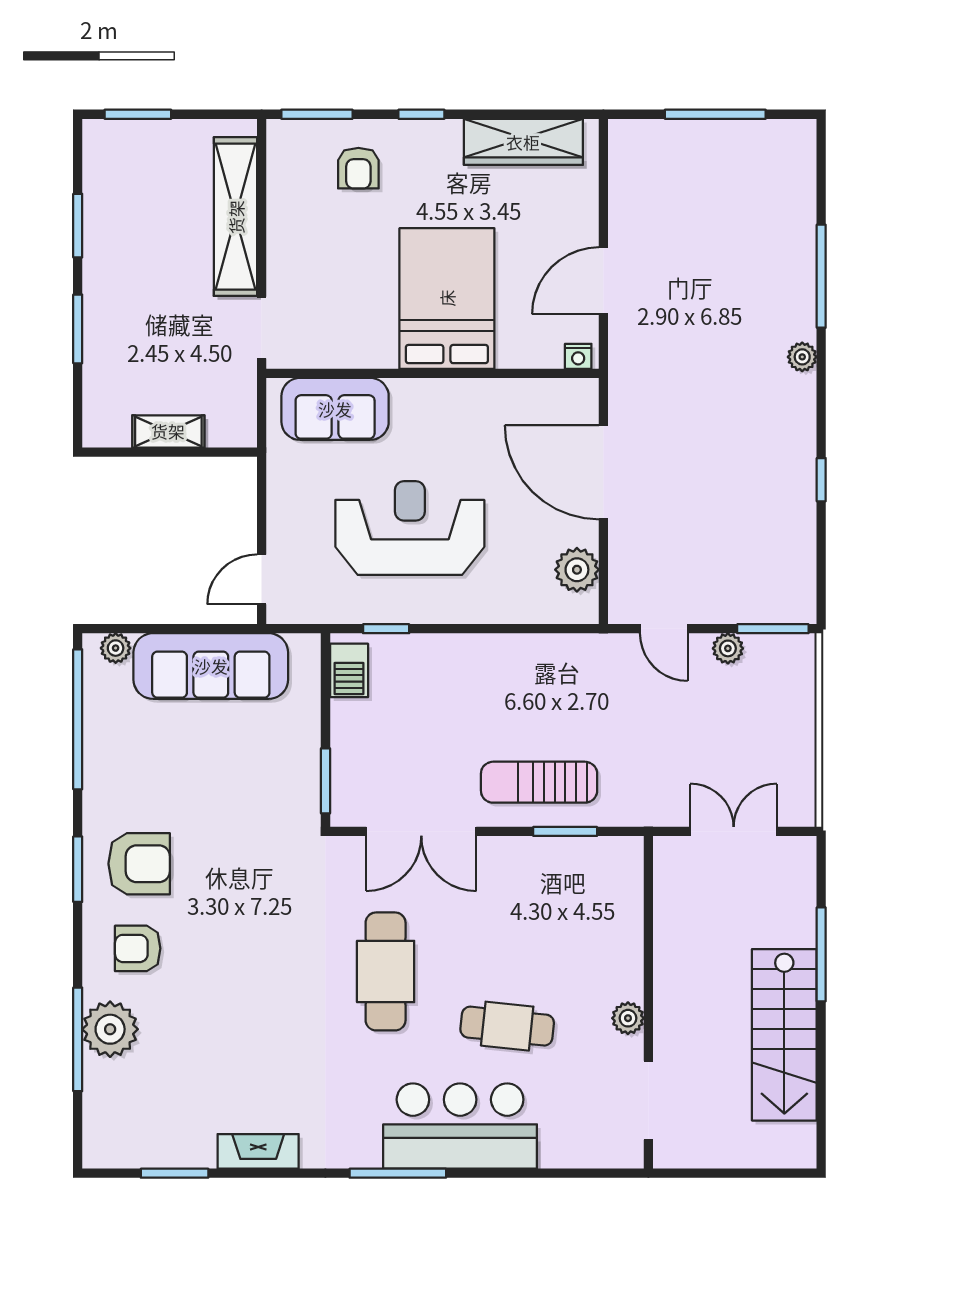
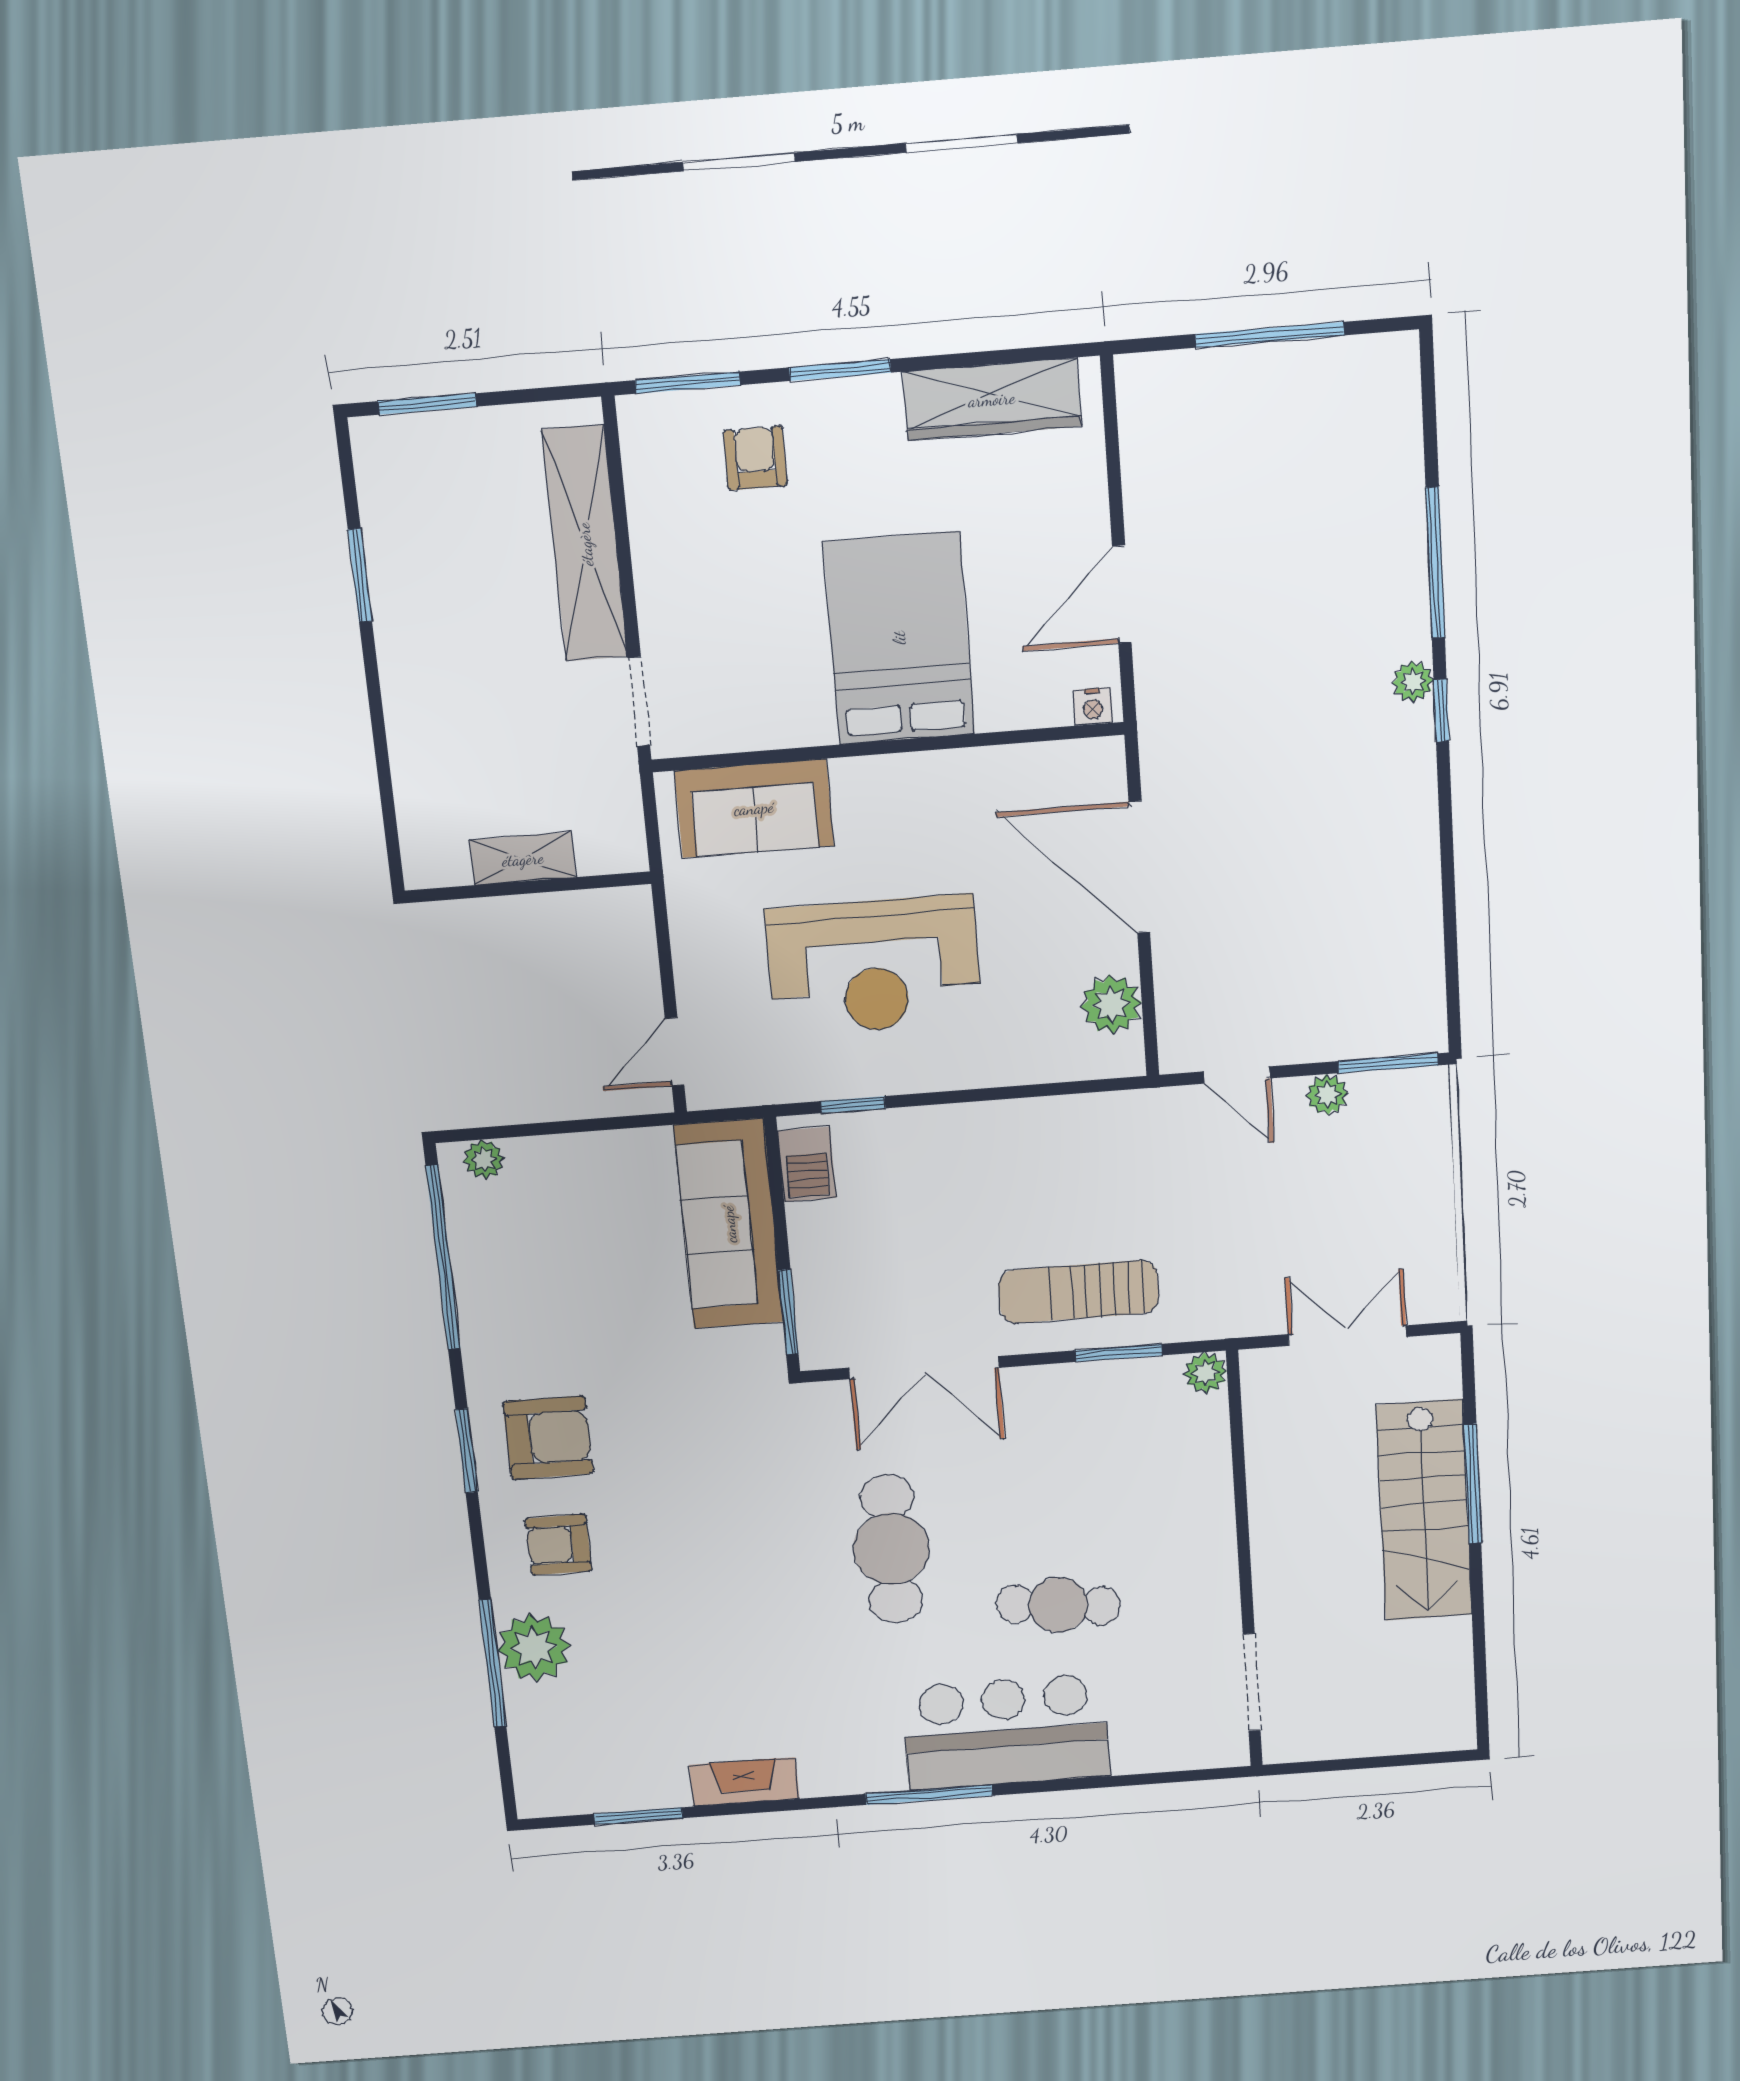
window: (421, 114) -> (840, 370), width x1.50
armchair: (358, 168) -> (755, 458), turned 180
window: (78, 329) -> (378, 724), removed
window: (821, 480) -> (1441, 711), moved
reception desk: (410, 528) -> (874, 966), turned 180
sofa: (211, 666) -> (729, 1224), moved, turned 90
plant: (628, 1018) -> (1205, 1373), moved
stairs: (784, 1035) -> (1424, 1511), moved

